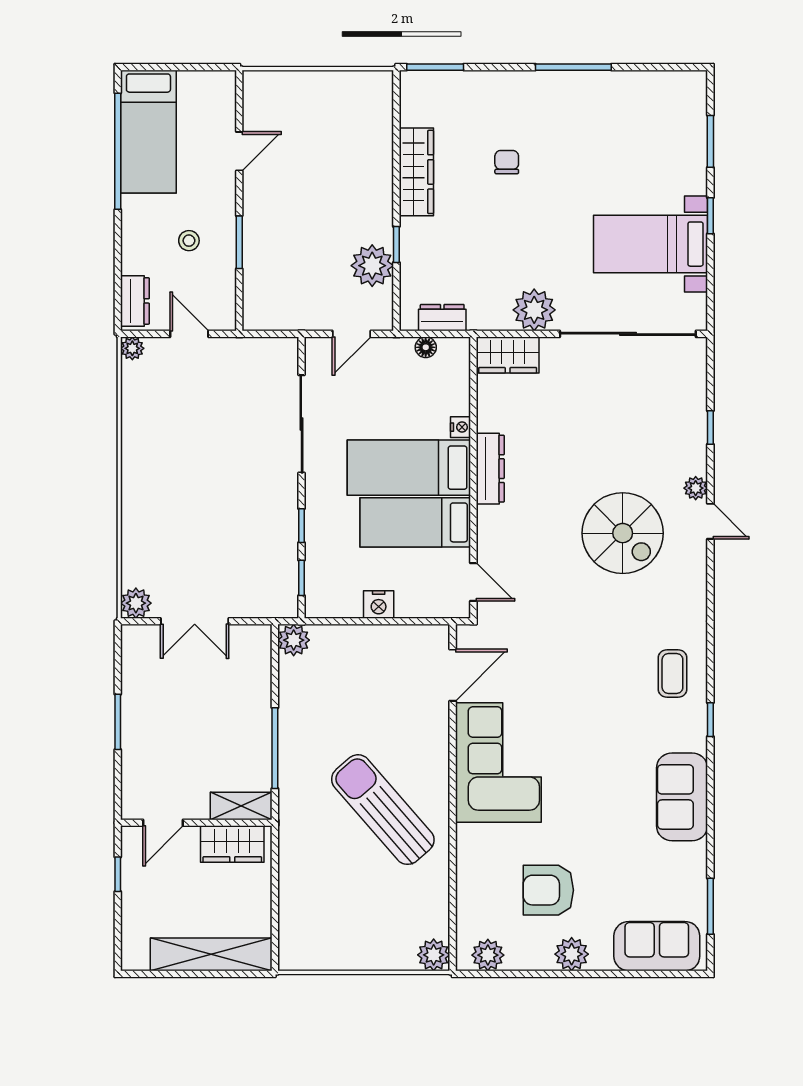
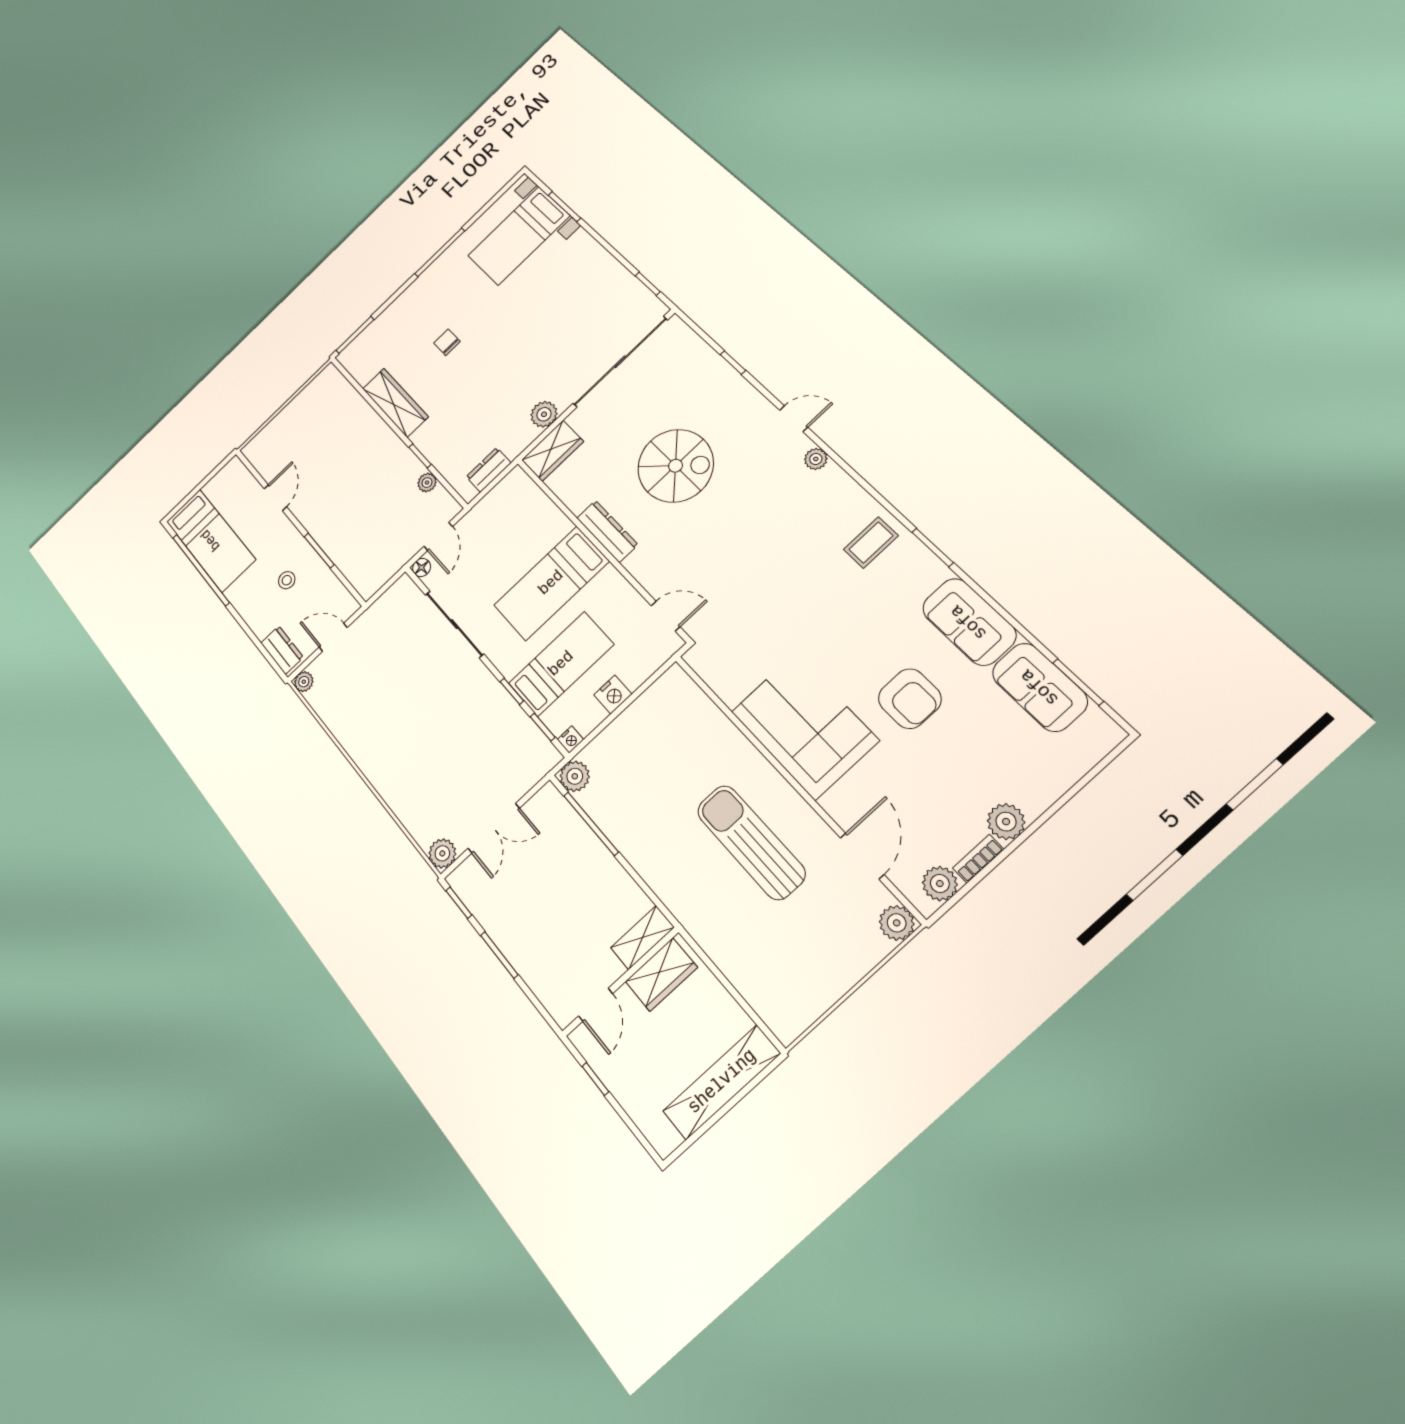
window: (710, 216) -> (648, 284), moved
bed with nightstands: (651, 244) -> (519, 236), moved
plant: (372, 266) -> (427, 483), width x0.53, depth x0.53
plant: (534, 310) -> (544, 414), width x0.73, depth x0.73
floor lamp: (426, 347) -> (422, 568), moved
nightstand: (460, 427) -> (570, 740), moved, turned 90
plant: (696, 488) -> (816, 459), moved
bed: (415, 522) -> (561, 664), moved, turned 180
spiral stairs: (623, 533) -> (676, 466), moved
window: (118, 654) -> (459, 903), added
coffee table: (672, 673) -> (871, 542), turned 90
door: (453, 675) -> (862, 856), moved
window: (710, 720) -> (933, 547), width x1.50
window: (275, 748) -> (591, 824), moved
sun lounger: (383, 810) -> (751, 842), turned 41
armchair: (548, 890) -> (910, 699), moved, turned -90
sofa: (657, 946) -> (1040, 687), moved, turned -90
bookcase: (529, 962) -> (978, 859), added

